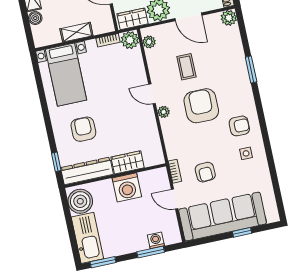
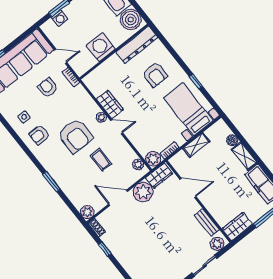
window: (56, 162) -> (196, 81), moved
wardrobe: (128, 162) -> (110, 104), moved, turned -90

